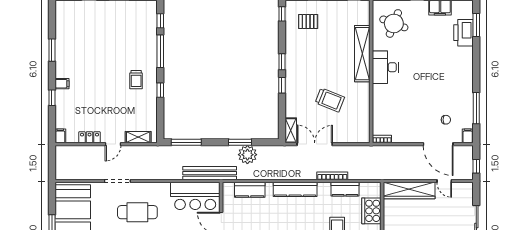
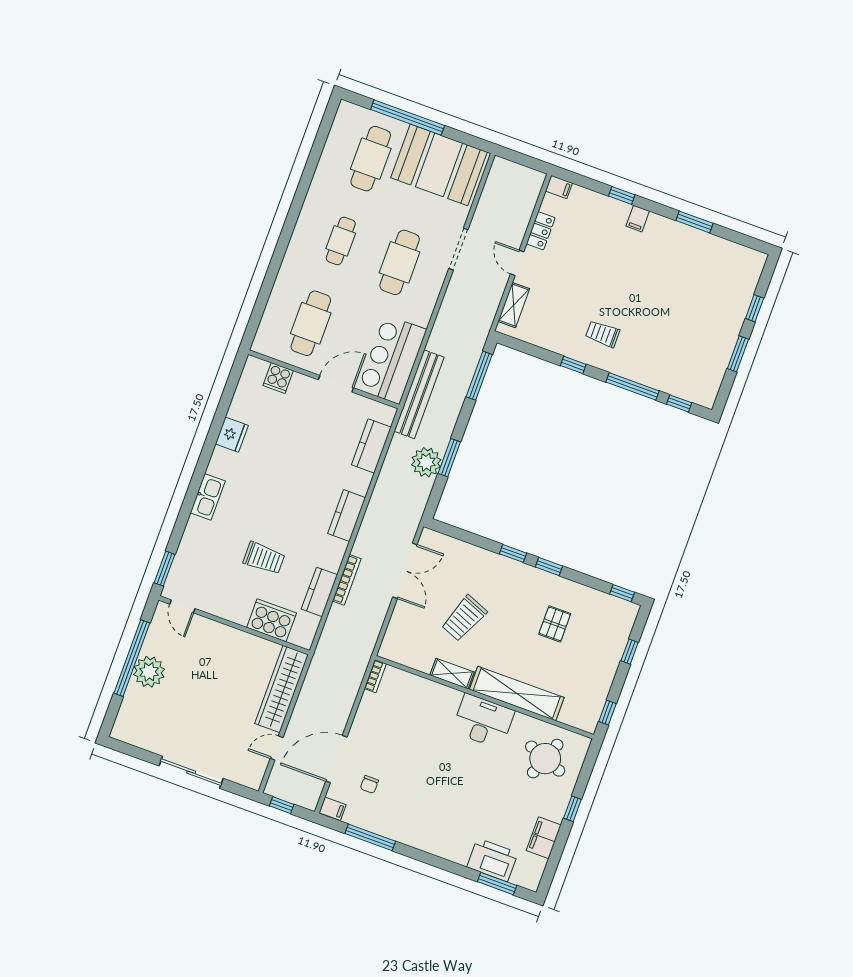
pallet: (308, 22) -> (555, 624), moved
shelving: (291, 130) -> (452, 674), moved
kitchen counter: (295, 189) -> (347, 516), width x0.67

